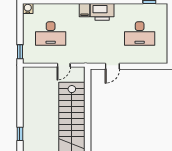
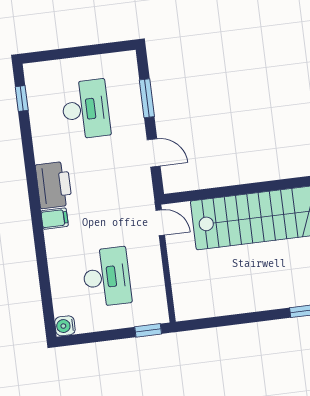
door: (64, 65) -> (160, 223), moved
window: (141, 66) -> (147, 98), added

